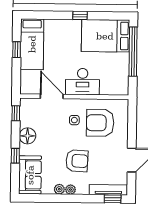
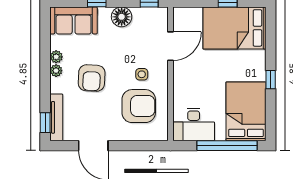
bed: (32, 44) -> (235, 28), width x1.50
desk: (83, 82) -> (194, 124), moved, turned -90
armchair: (100, 123) -> (139, 106), turned 90

